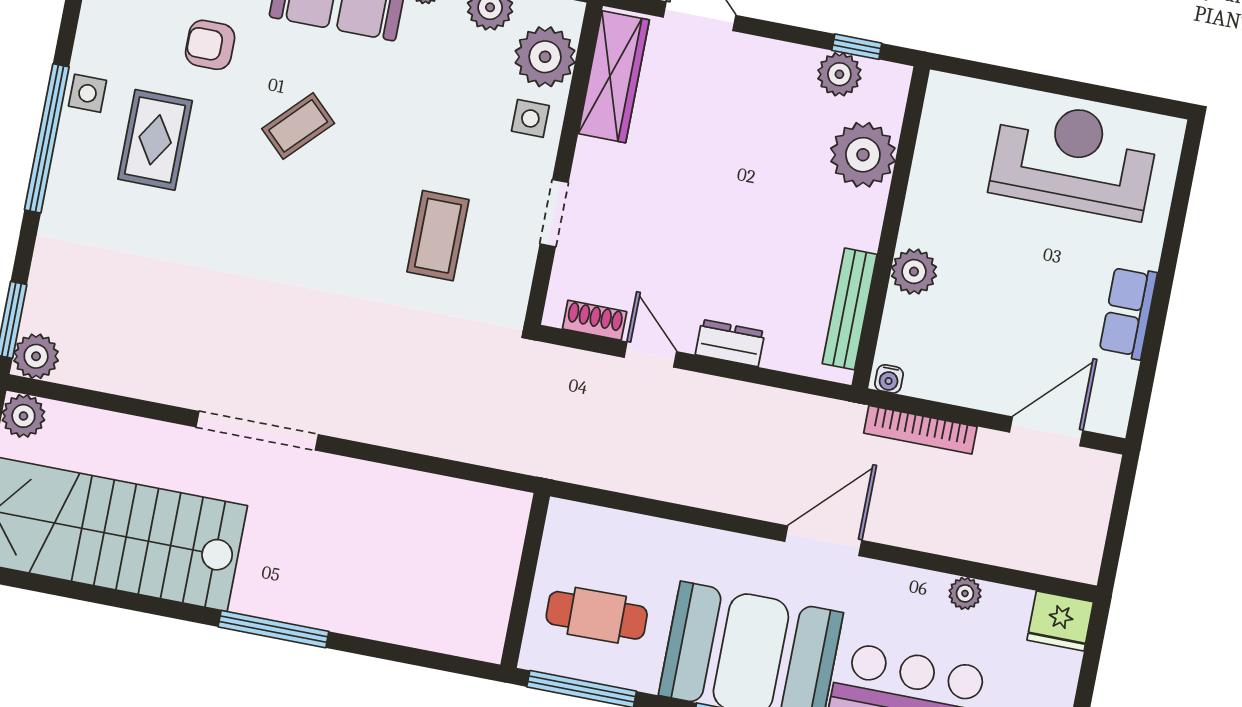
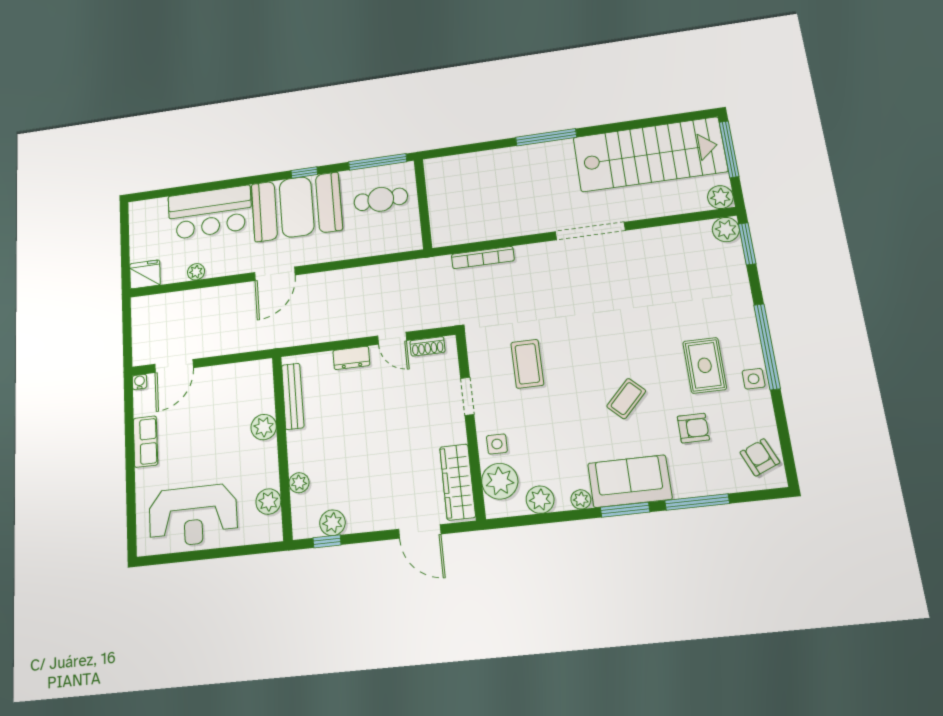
plant: (938, 142) -> (268, 501), added
plant: (863, 155) -> (299, 483), width x0.53, depth x0.53
water cooler: (889, 379) -> (140, 382), moved
bookcase: (920, 430) -> (483, 258), moved, turned 180

